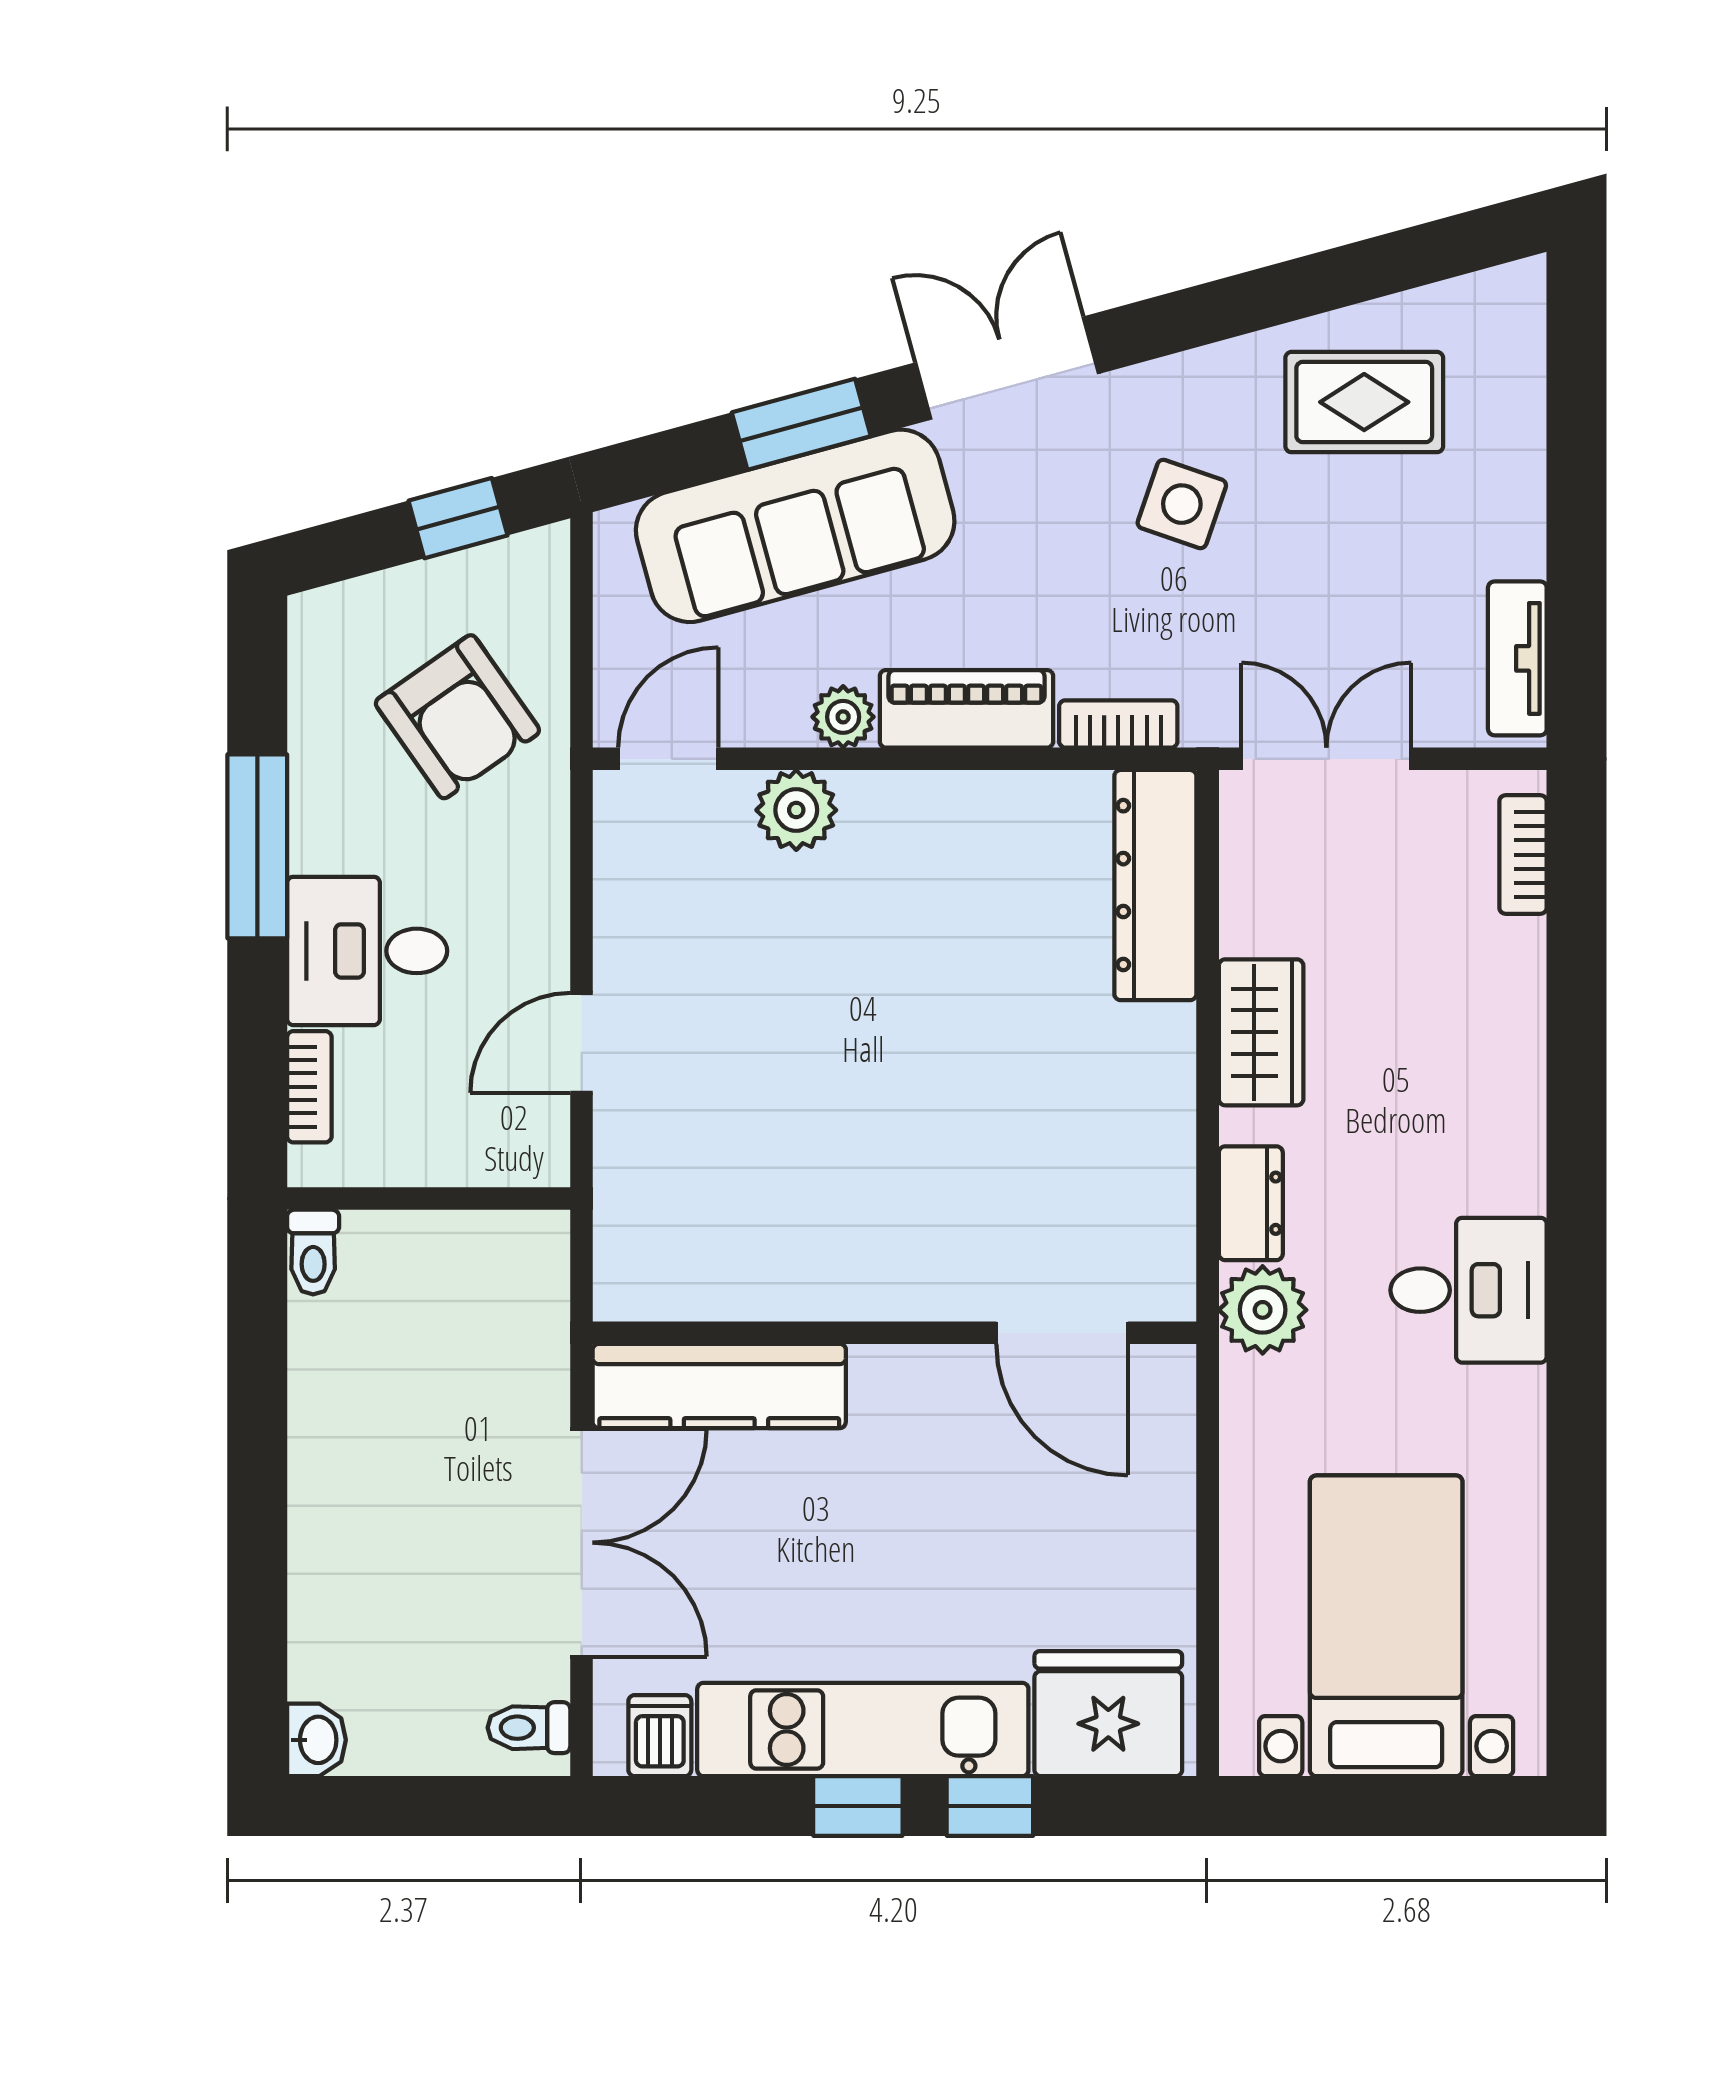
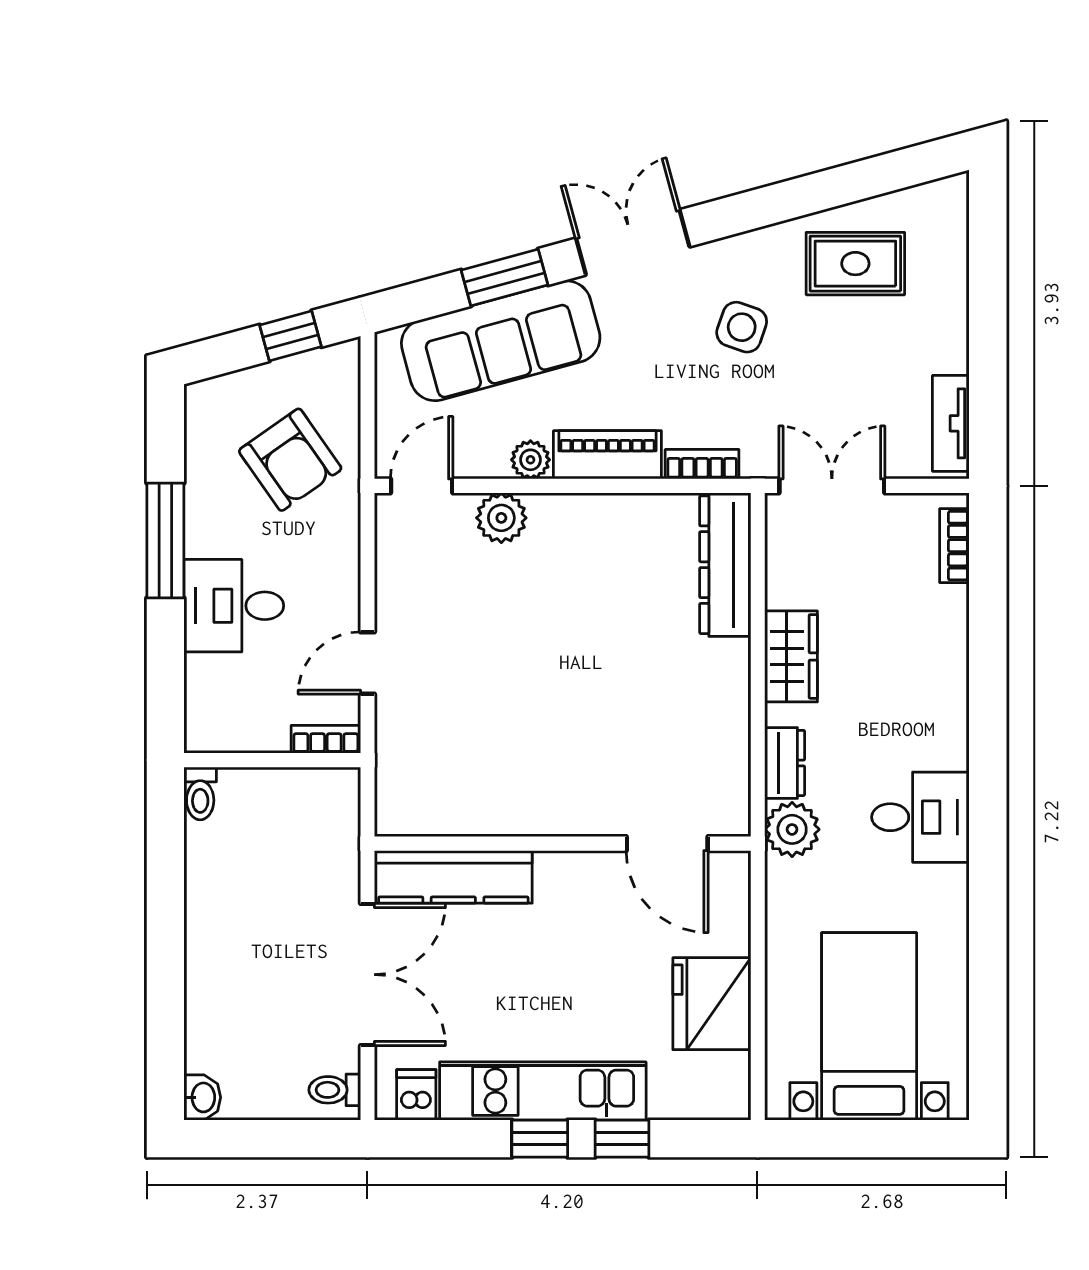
bookcase: (309, 1087) -> (326, 739), moved, turned -90
fridge: (1108, 1714) -> (712, 1004), moved, turned -90

